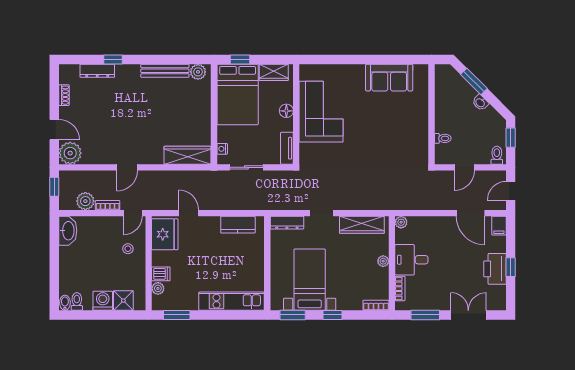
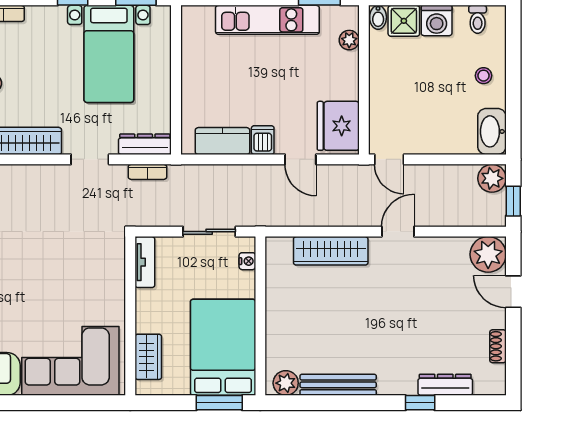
window: (240, 59) -> (219, 403), width x1.50
wardrobe: (274, 72) -> (148, 357), moved, turned 90
floor lamp: (286, 111) -> (146, 321), removed
corner sofa: (321, 112) -> (70, 361), moved, turned 90
wardrobe: (187, 155) -> (331, 251), moved
plant: (85, 201) -> (492, 178), moved
bookcase: (108, 205) -> (147, 172), moved
door: (133, 213) -> (389, 159), swing flipped
stool: (128, 249) -> (484, 76), moved
dishwasher: (161, 274) -> (263, 140), moved, turned 90
kitchen unit: (232, 301) -> (267, 20), moved
bidet: (65, 303) -> (378, 17), moved

